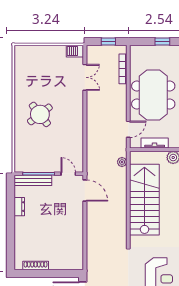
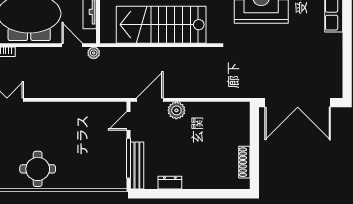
round table: (40, 114) -> (38, 169), moved, turned 38
plant: (122, 162) -> (94, 53), moved
plant: (77, 212) -> (176, 110), added

